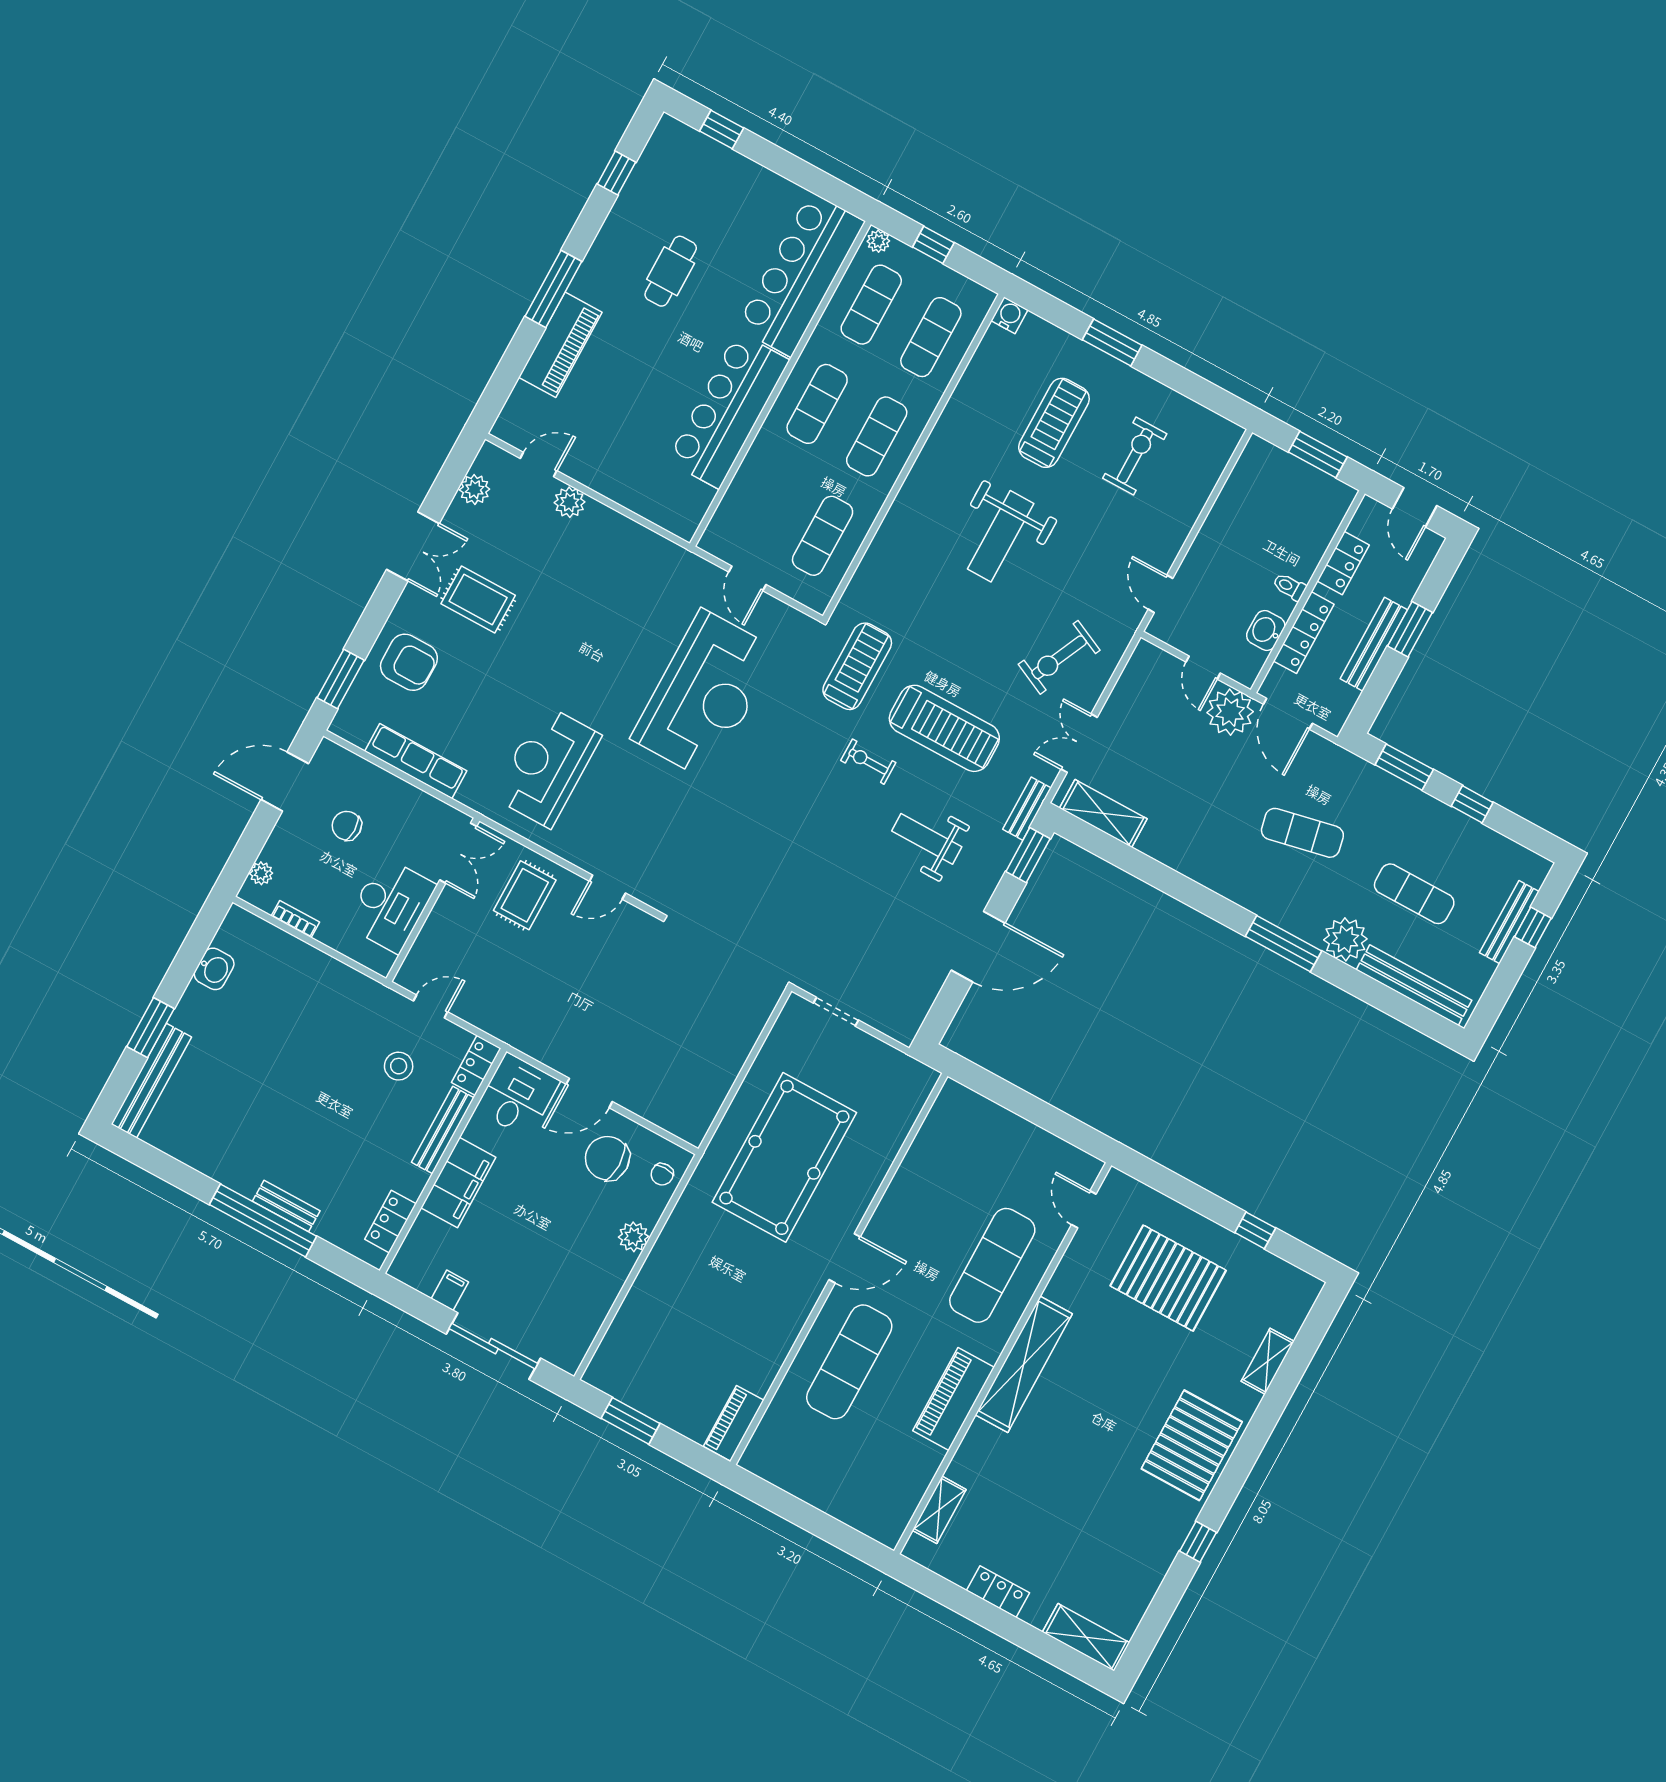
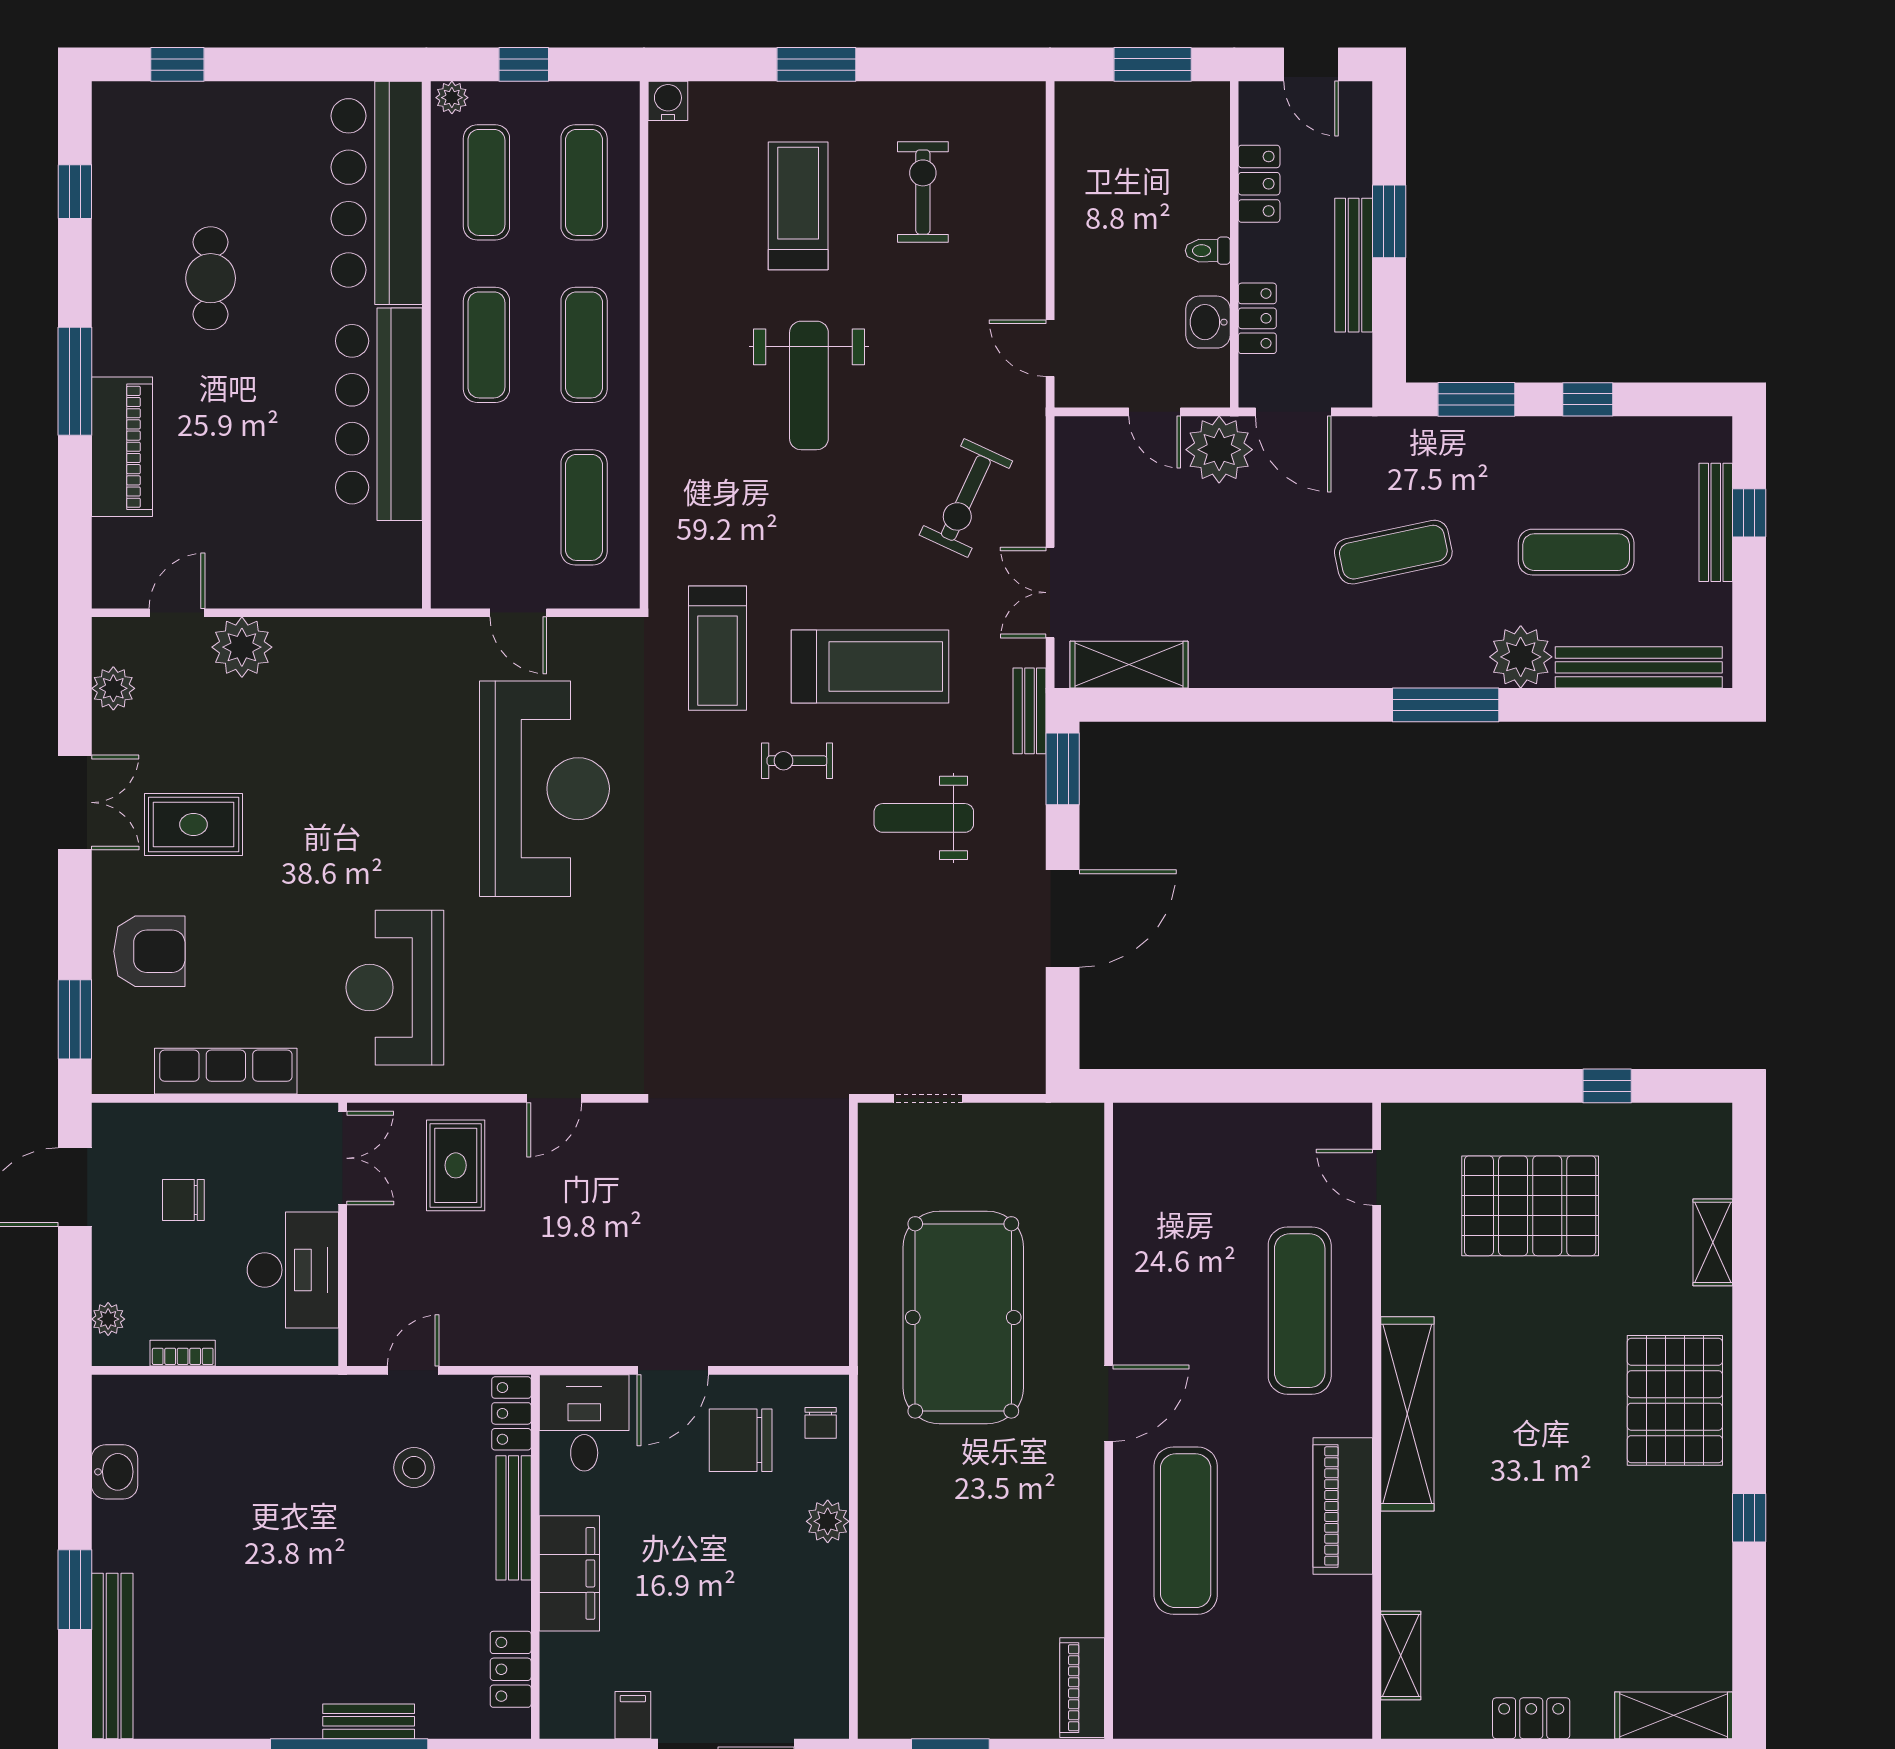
plant: (569, 502) -> (242, 647), width x1.36, depth x1.36
locker: (1304, 633) -> (1257, 318), width x0.66
treadmill: (857, 666) -> (717, 648), turned 180

